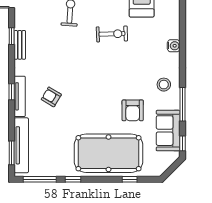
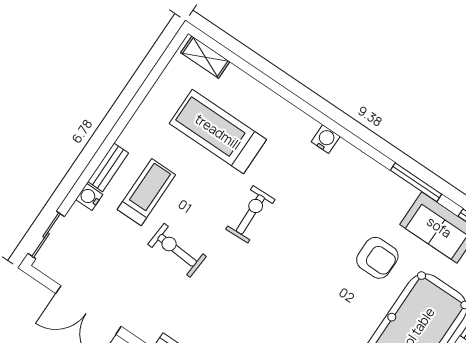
stool: (164, 85) -> (371, 190), removed

